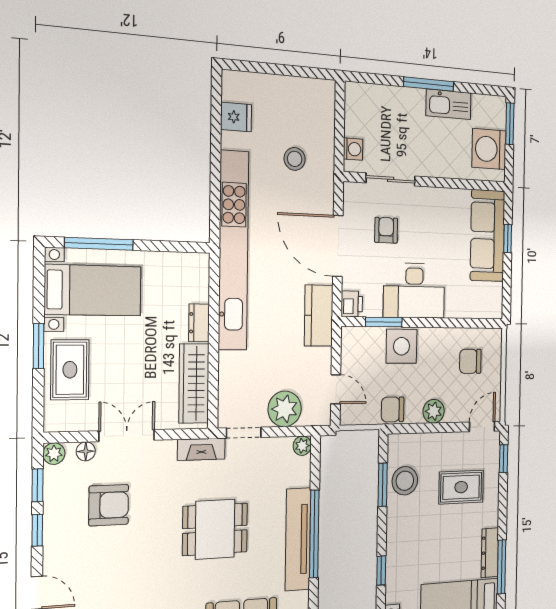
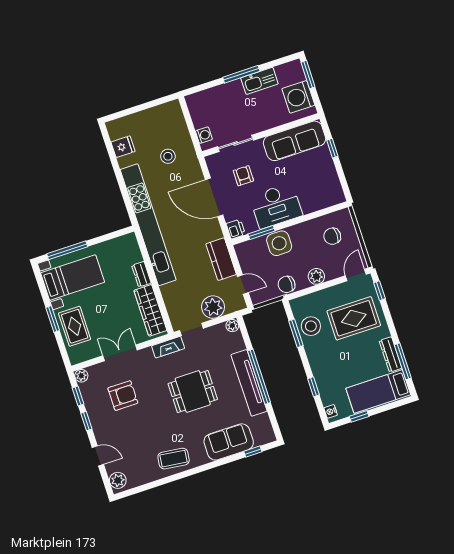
sofa: (488, 236) -> (295, 141), moved, turned -90
kitchen counter: (319, 316) -> (221, 259), moved
floor lamp: (86, 451) -> (99, 369), removed
rug: (461, 487) -> (354, 318), width x1.36, depth x1.43

